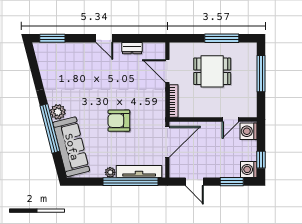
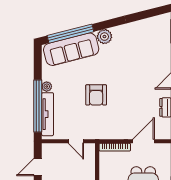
armchair: (119, 121) -> (96, 95), turned 180
window: (50, 129) -> (70, 34), moved
door: (167, 142) -> (76, 141), width x0.53

